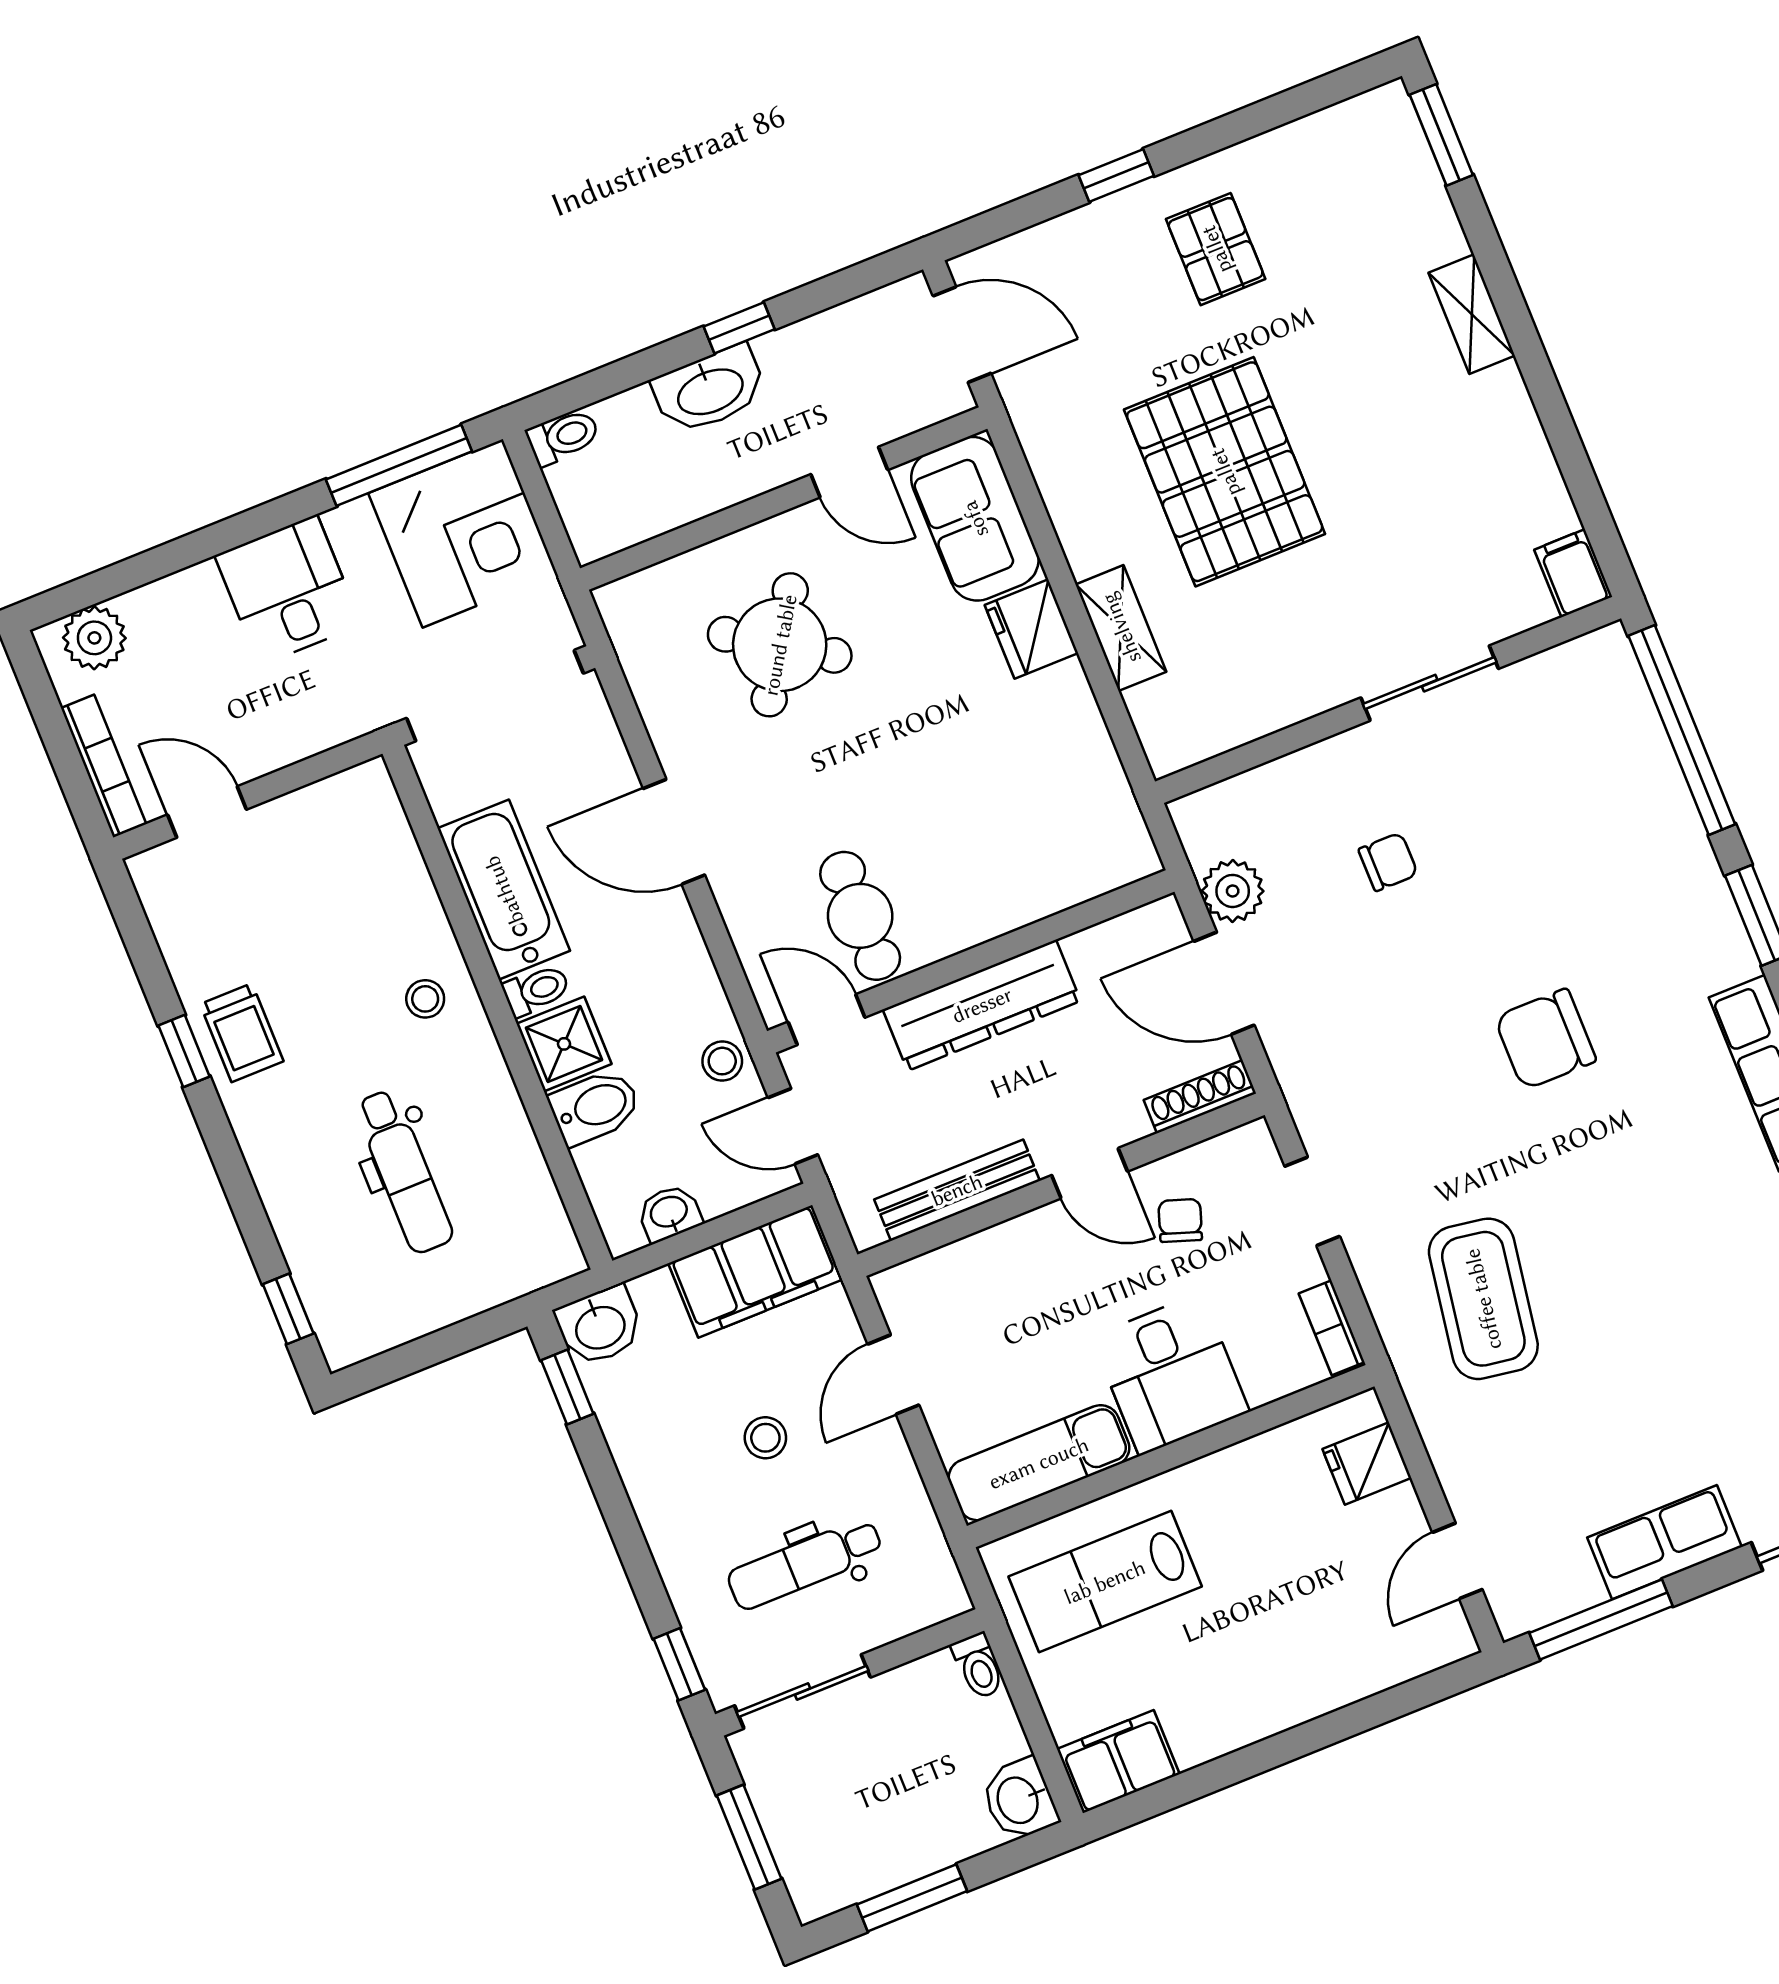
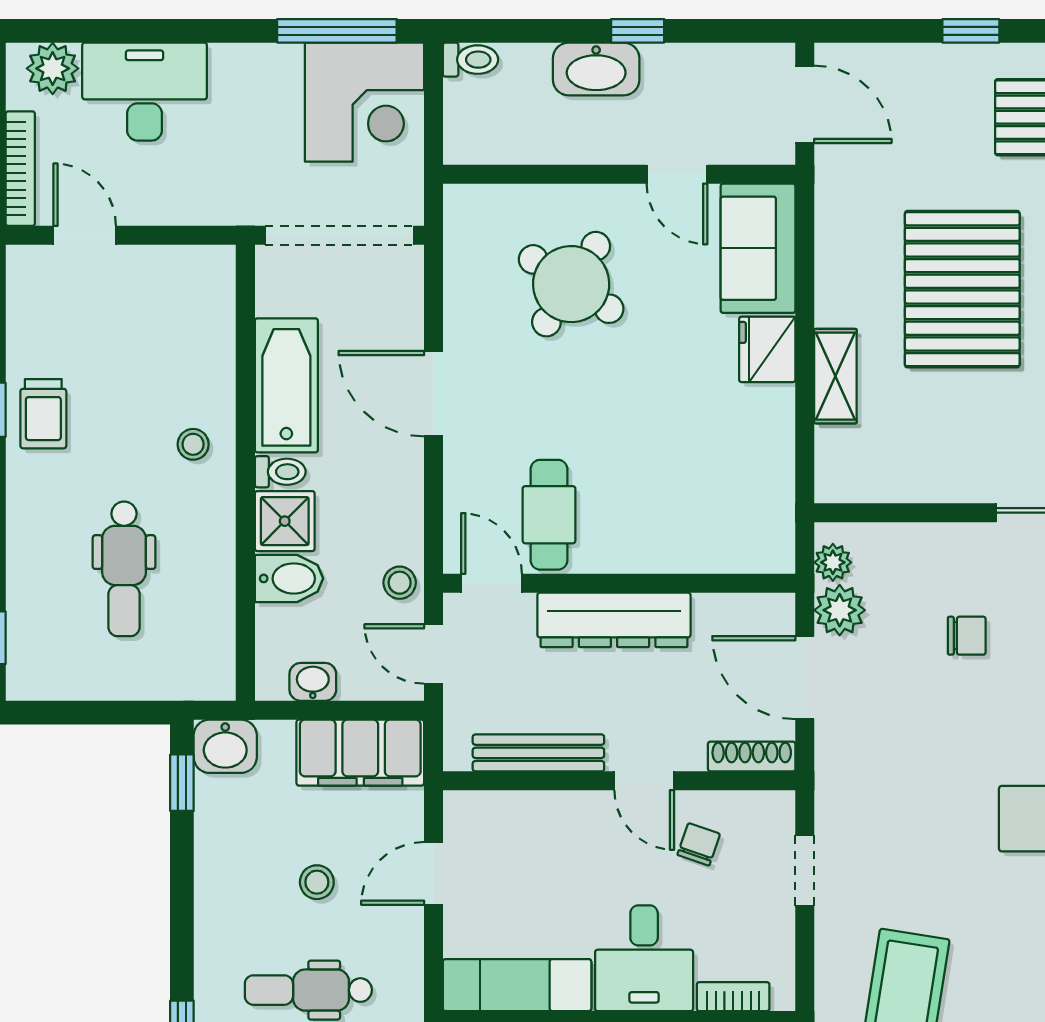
desk: (288, 590) -> (145, 92), moved, width x1.37
plant: (1203, 840) -> (833, 562), added
bookcase: (1332, 1328) -> (733, 997), moved, turned 90

